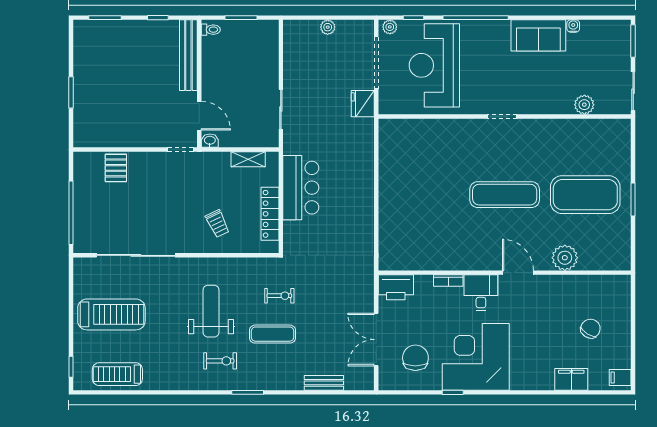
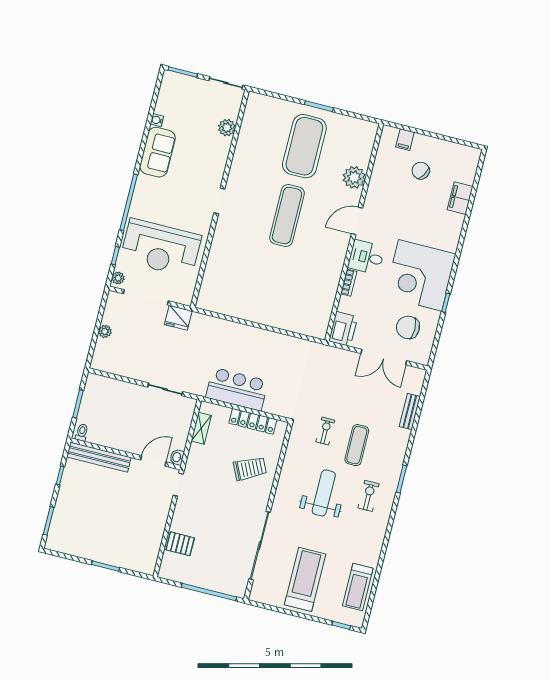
trolley: (217, 224) -> (250, 469), width x1.36, depth x1.39
weight bench: (211, 311) -> (324, 493), turned 90
filing cabinet: (620, 377) -> (405, 140), moved

